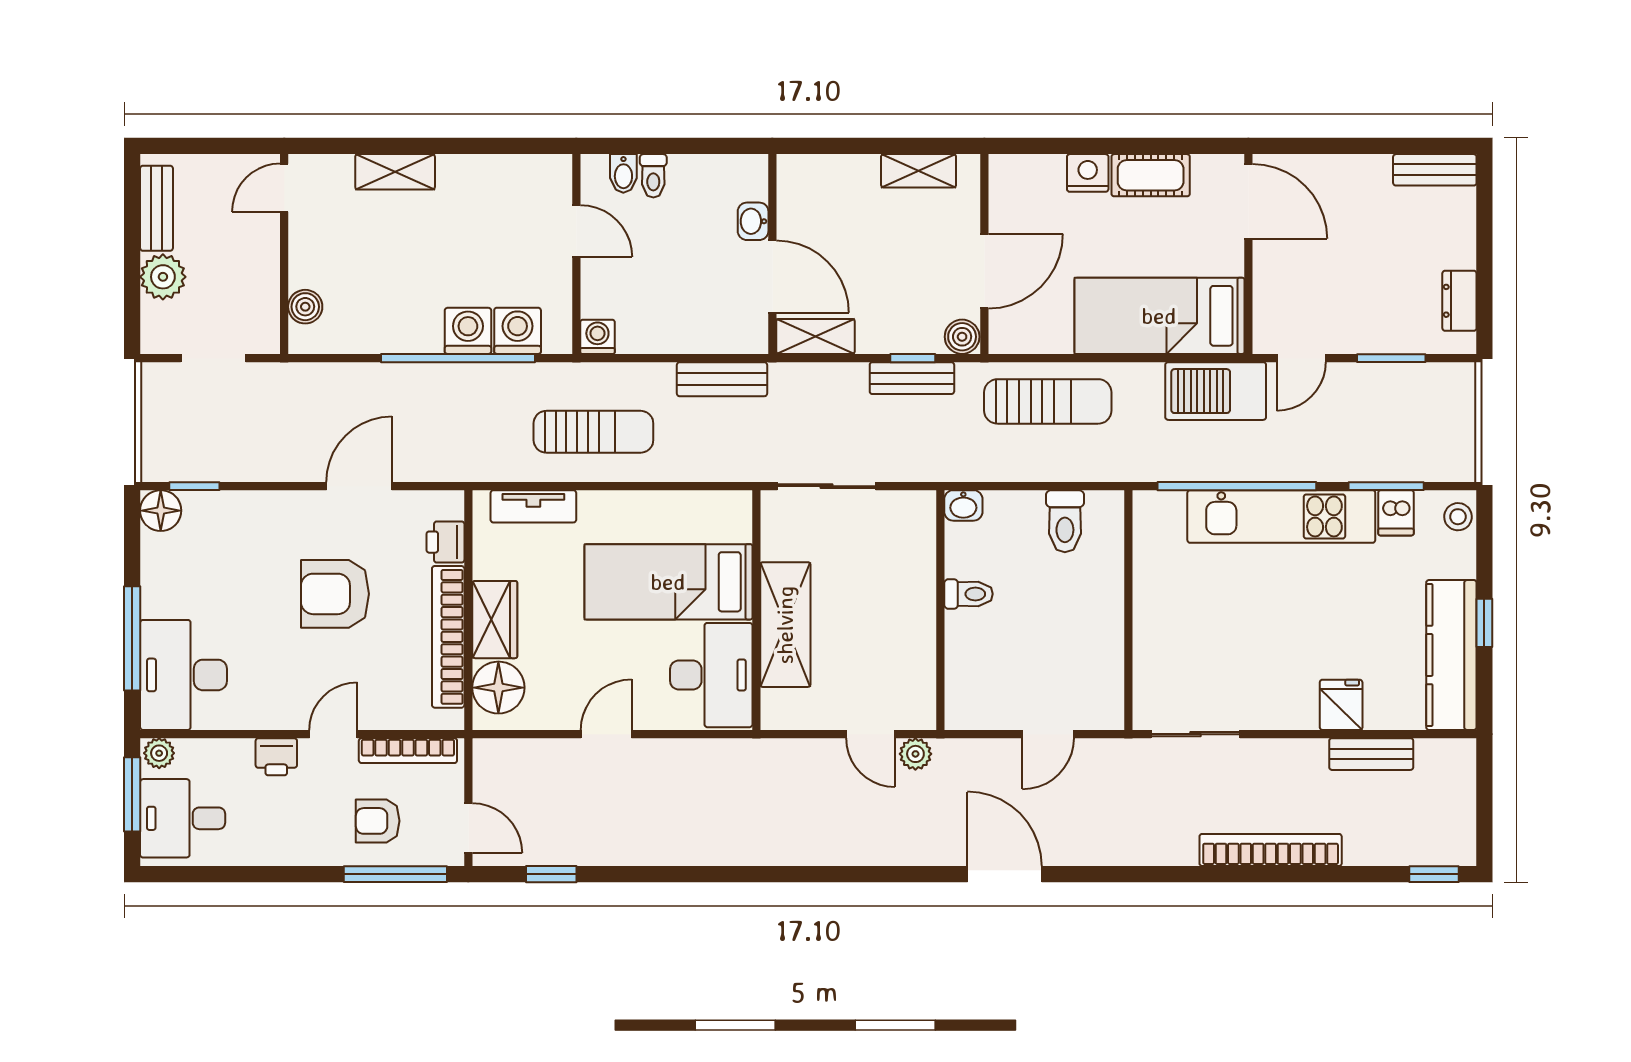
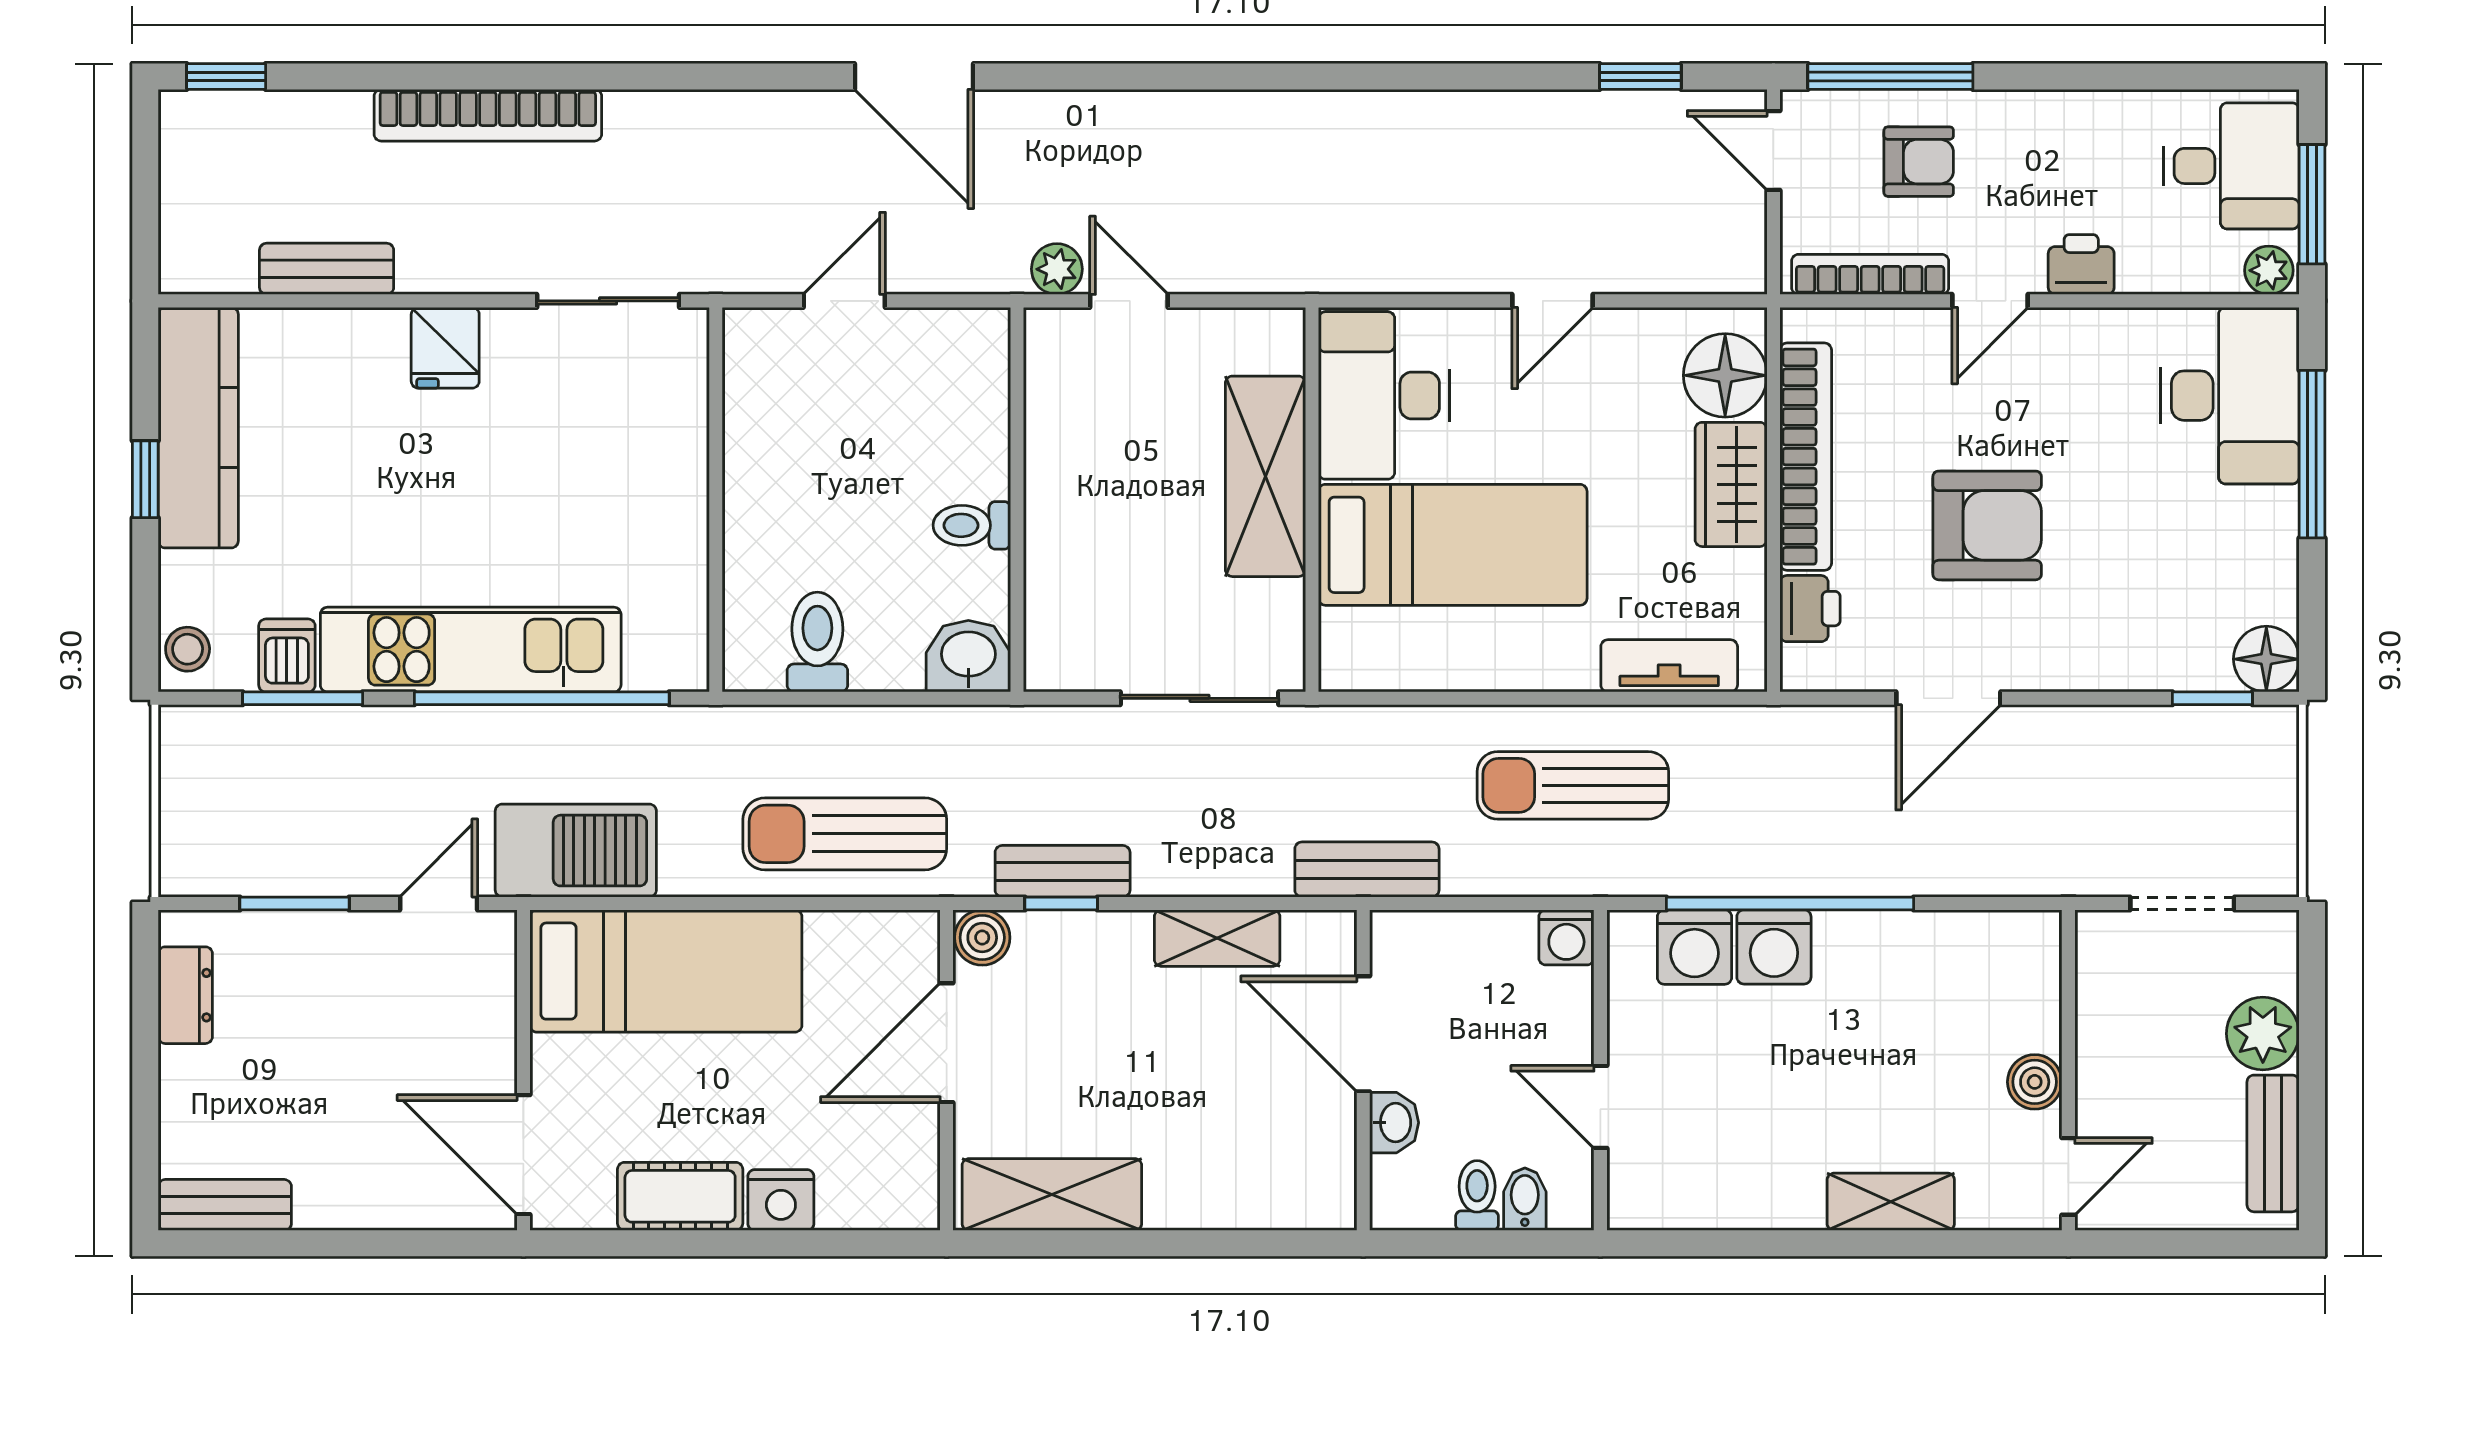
shelving: (919, 171) -> (1052, 1194), width x1.50, depth x1.33
washbasin: (753, 221) -> (1394, 1123), moved
wall: (772, 254) -> (1363, 1070), moved
door: (772, 277) -> (1363, 1034), moved
boiler: (305, 307) -> (2035, 1082), moved
washbasin: (963, 505) -> (968, 656), width x1.38, depth x1.45
fridge: (1341, 705) -> (445, 348), moved

